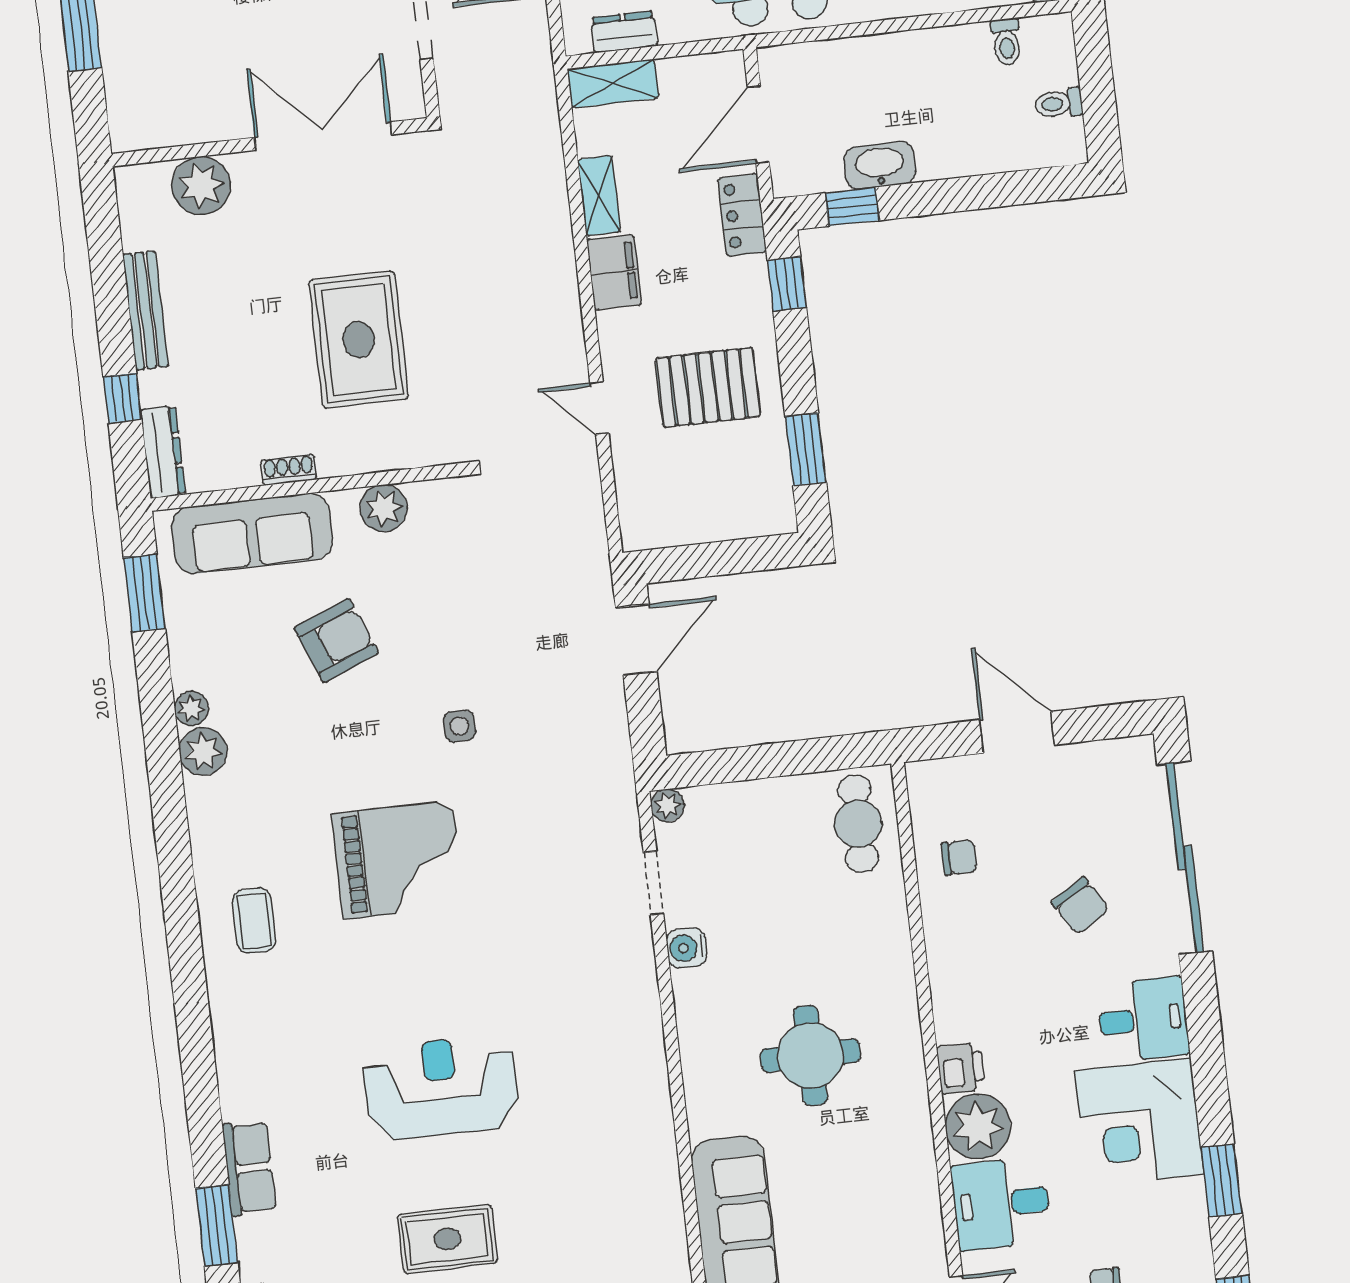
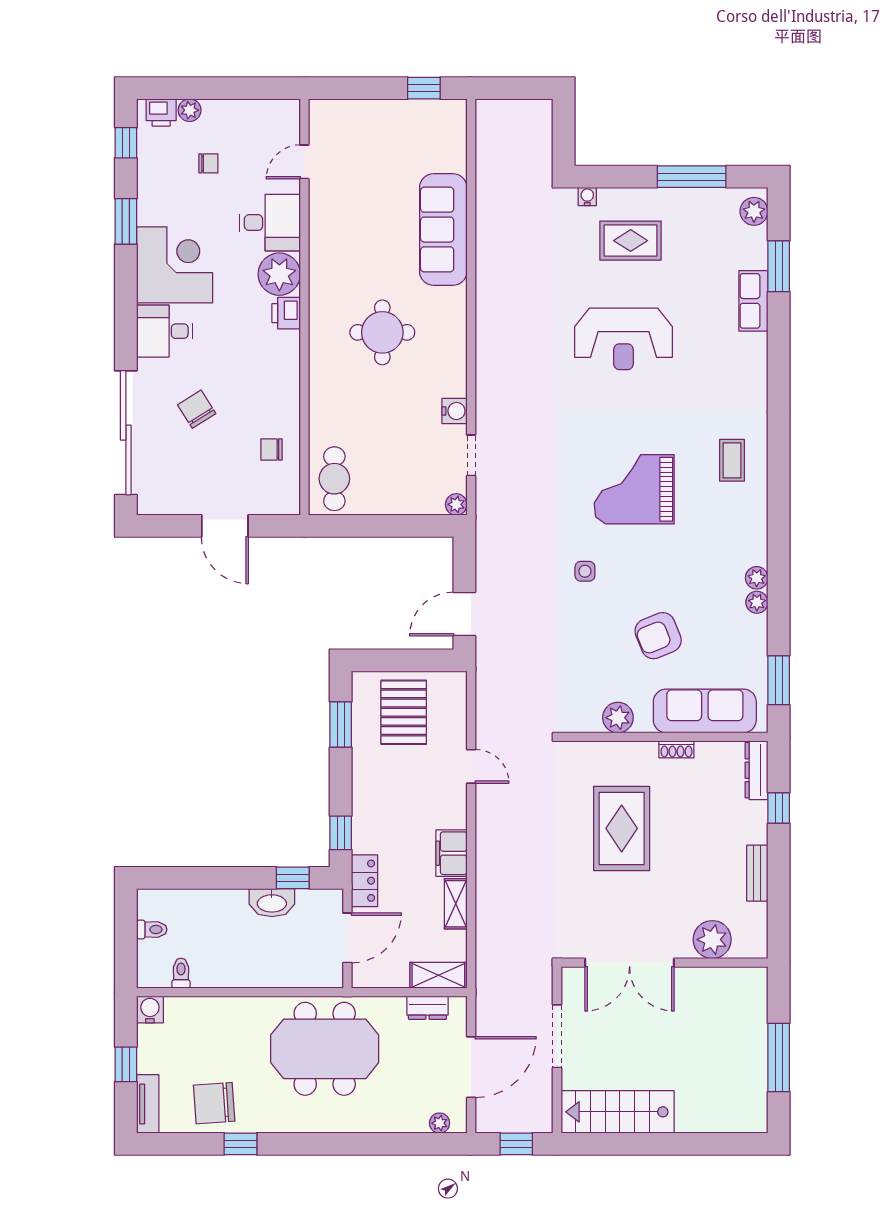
bench: (145, 310) -> (757, 873), width x0.73
pallet: (708, 387) -> (404, 712), moved, turned 90
plant: (203, 751) -> (757, 578), width x0.73, depth x0.73

